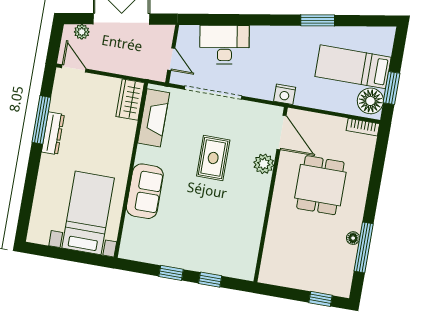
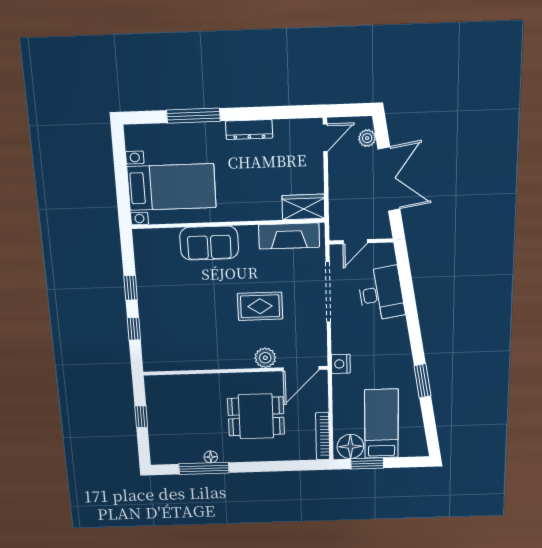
window: (41, 120) -> (193, 116), moved
bookcase: (363, 127) -> (323, 436), width x1.56
window: (321, 299) -> (141, 417), moved

